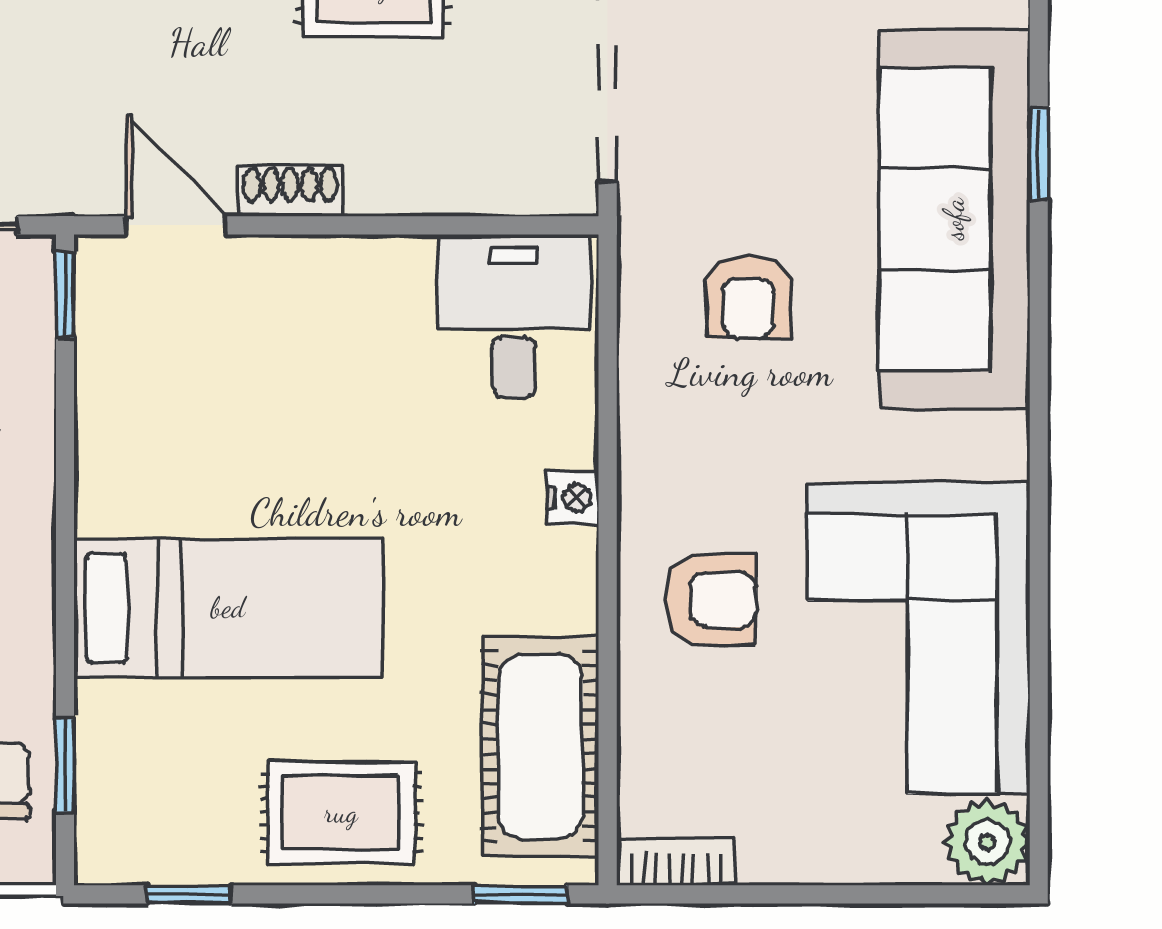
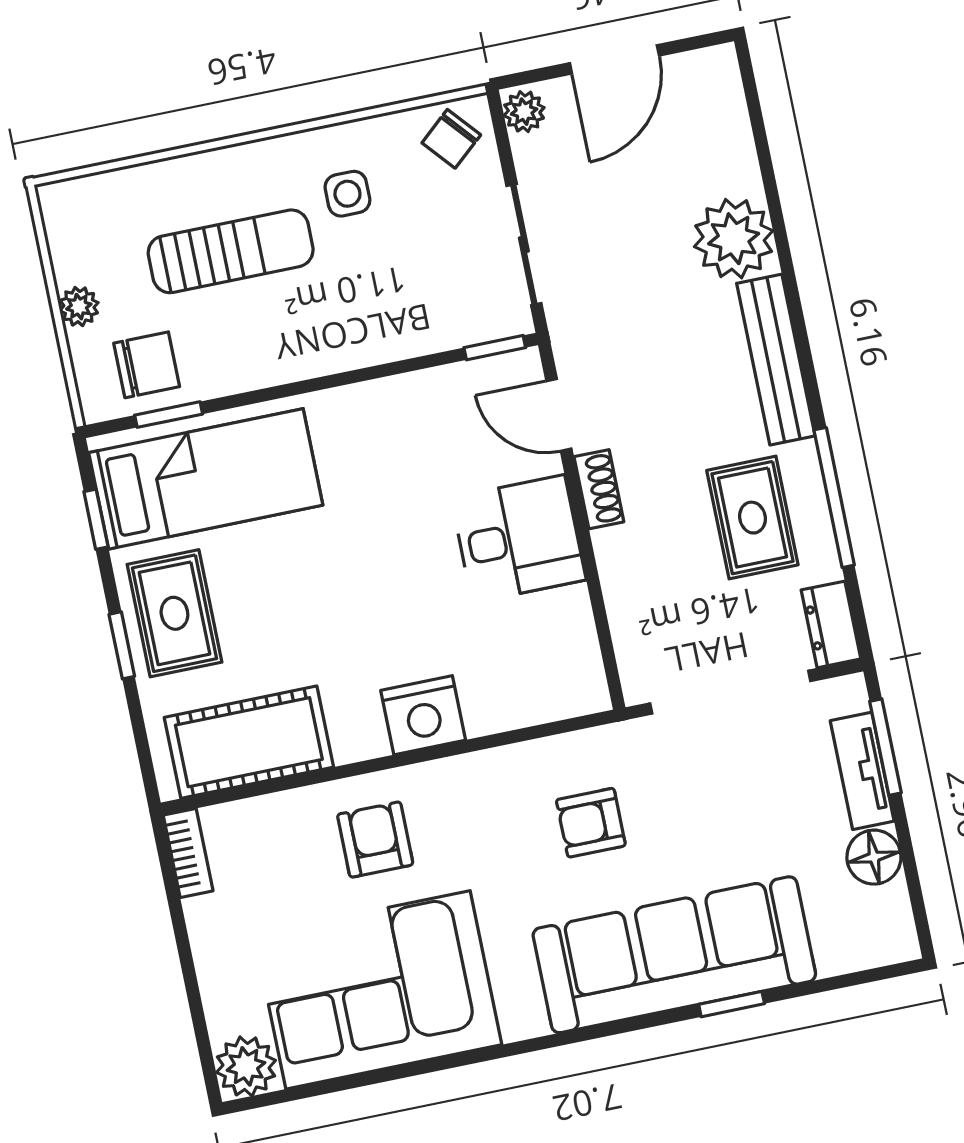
door: (176, 225) -> (559, 415), swing flipped
desk: (514, 316) -> (518, 539), moved
nightstand: (573, 498) -> (423, 715), width x1.89, depth x1.79
armchair: (711, 600) -> (375, 840), turned 180
bed: (228, 608) -> (206, 479), moved, turned -90
window: (521, 894) -> (122, 645), moved

